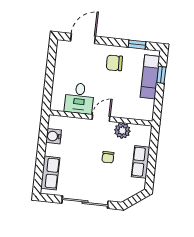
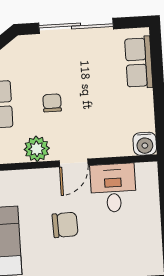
chair: (114, 63) -> (65, 225), moved
water cooler: (54, 136) -> (145, 144), moved, turned 90

